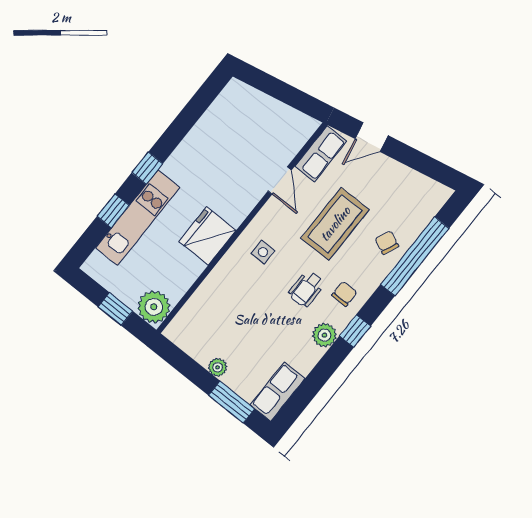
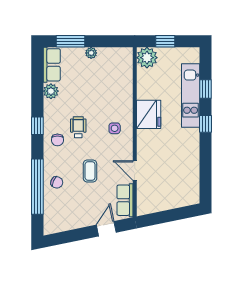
coffee table: (335, 224) -> (90, 171), width x0.54, depth x0.58
plant: (324, 335) -> (51, 91), moved

